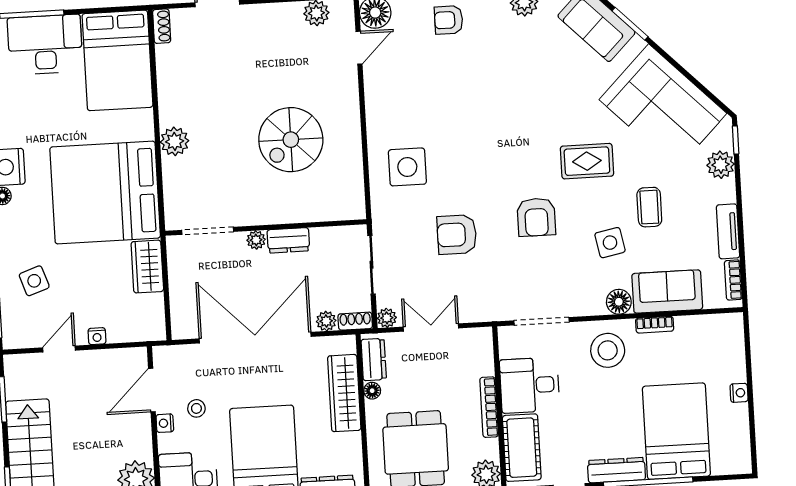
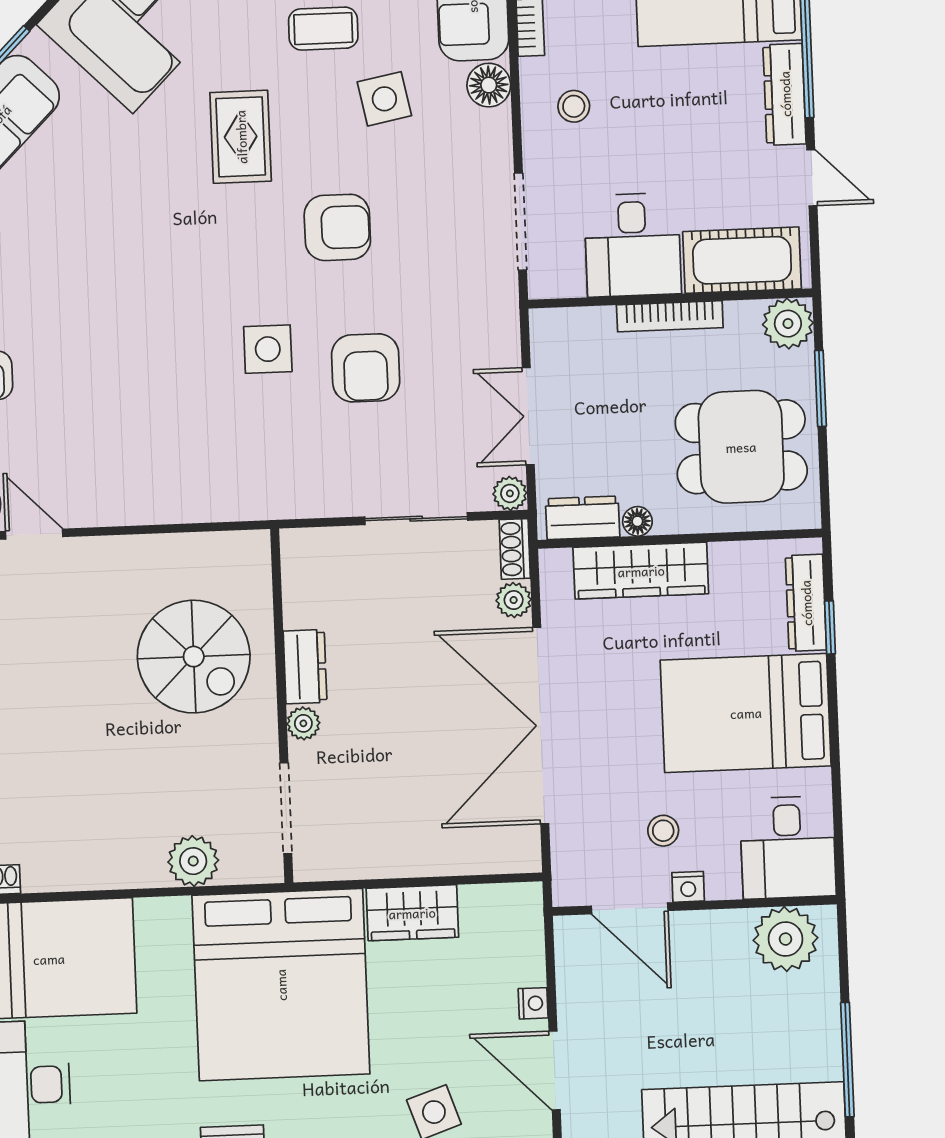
side table: (407, 167) -> (268, 349), moved, width x0.73, depth x0.73
wall: (266, 227) -> (282, 706), moved
doorway: (208, 231) -> (286, 808), moved
plant: (256, 240) -> (303, 723), moved
dresser: (288, 240) -> (305, 667), moved
door: (59, 349) -> (555, 1070), width x1.38
stool: (608, 350) -> (574, 106), width x0.53, depth x0.53

